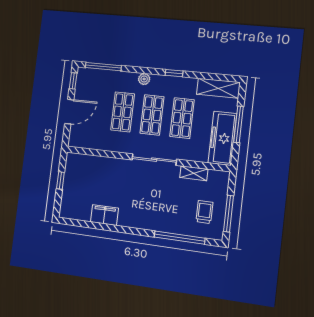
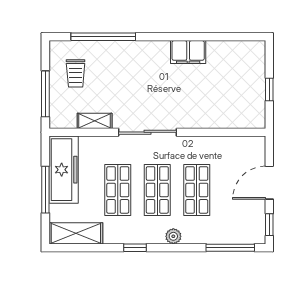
window: (229, 214) -> (45, 94), moved
filing cabinet: (104, 215) -> (188, 52), moved

